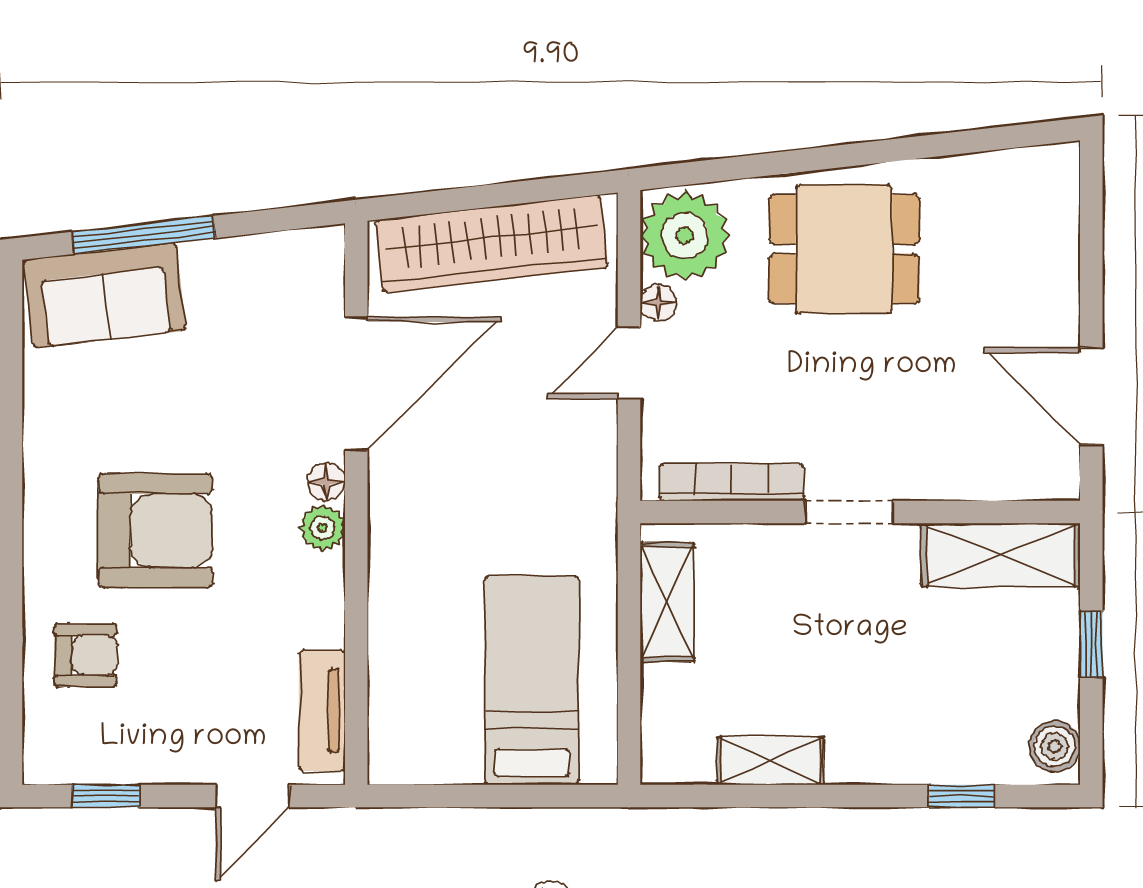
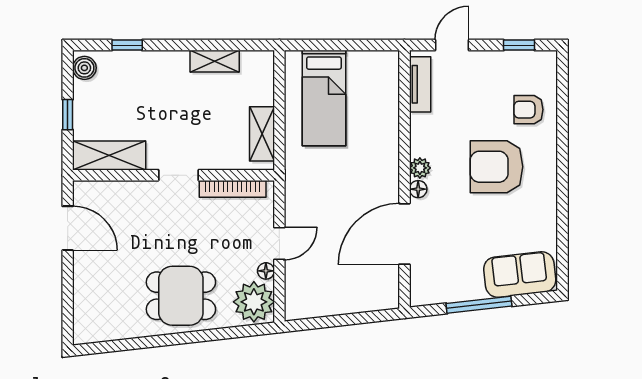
window: (143, 235) -> (479, 305), moved
wardrobe: (492, 244) -> (342, 298), removed

